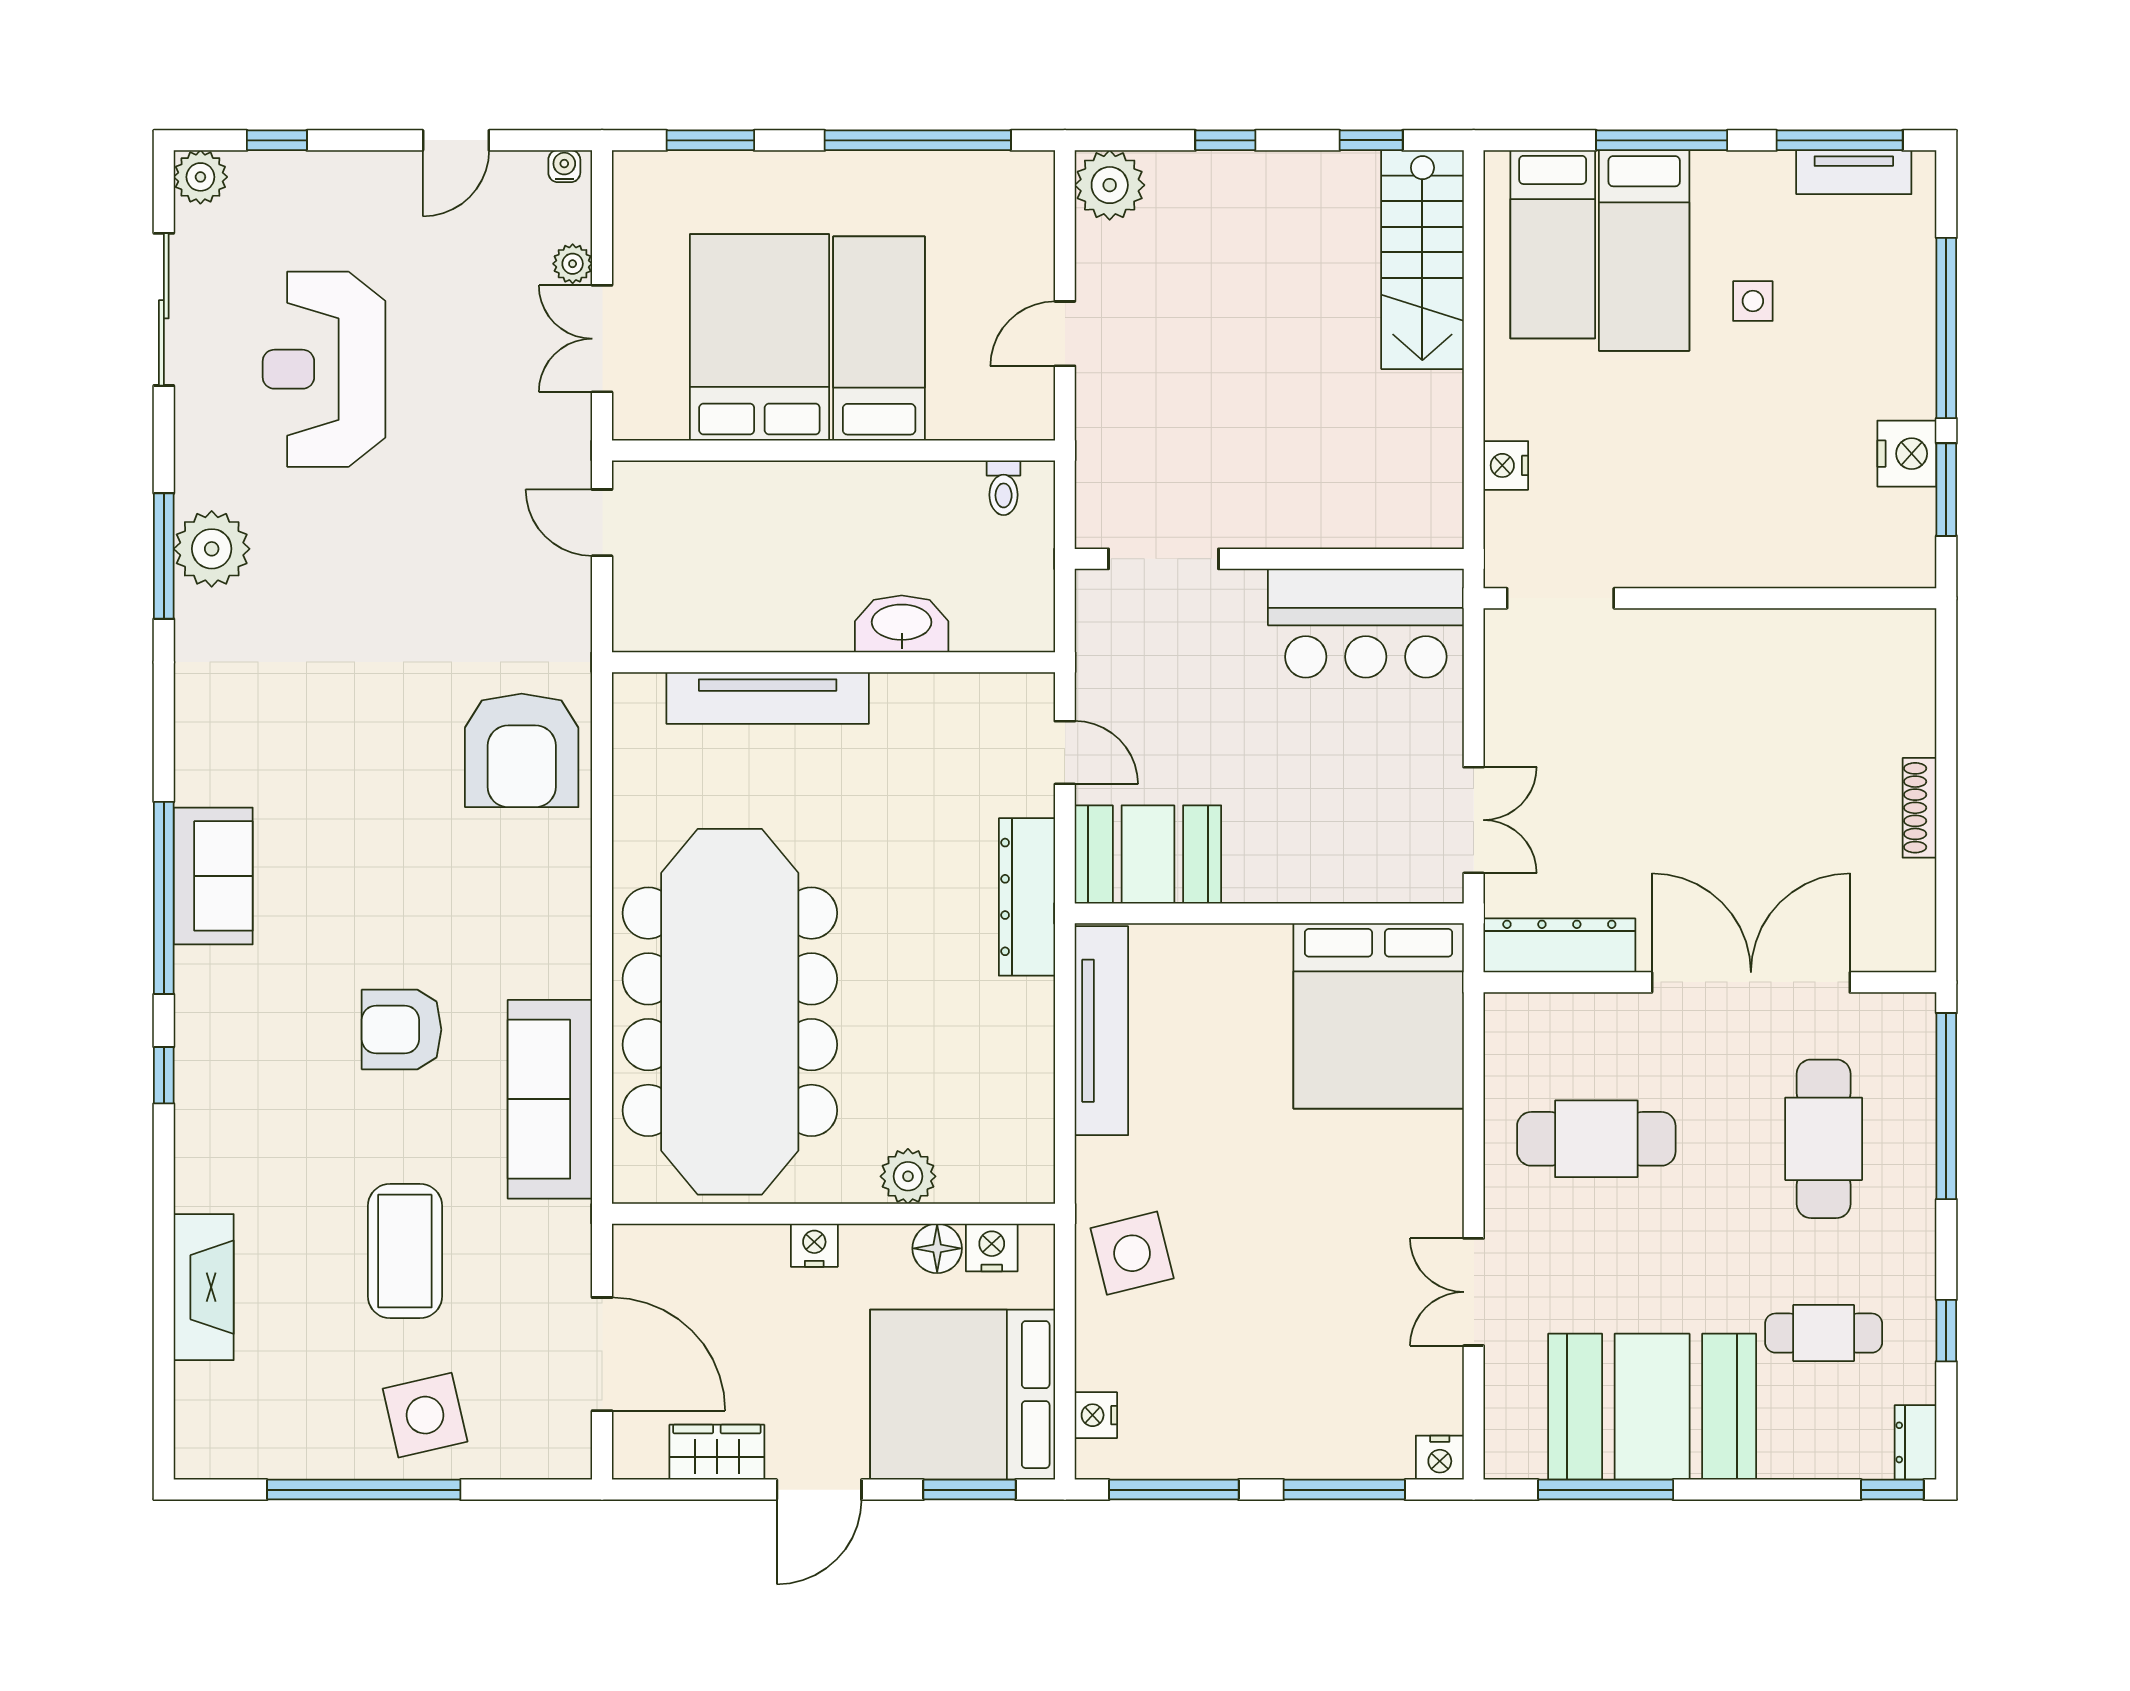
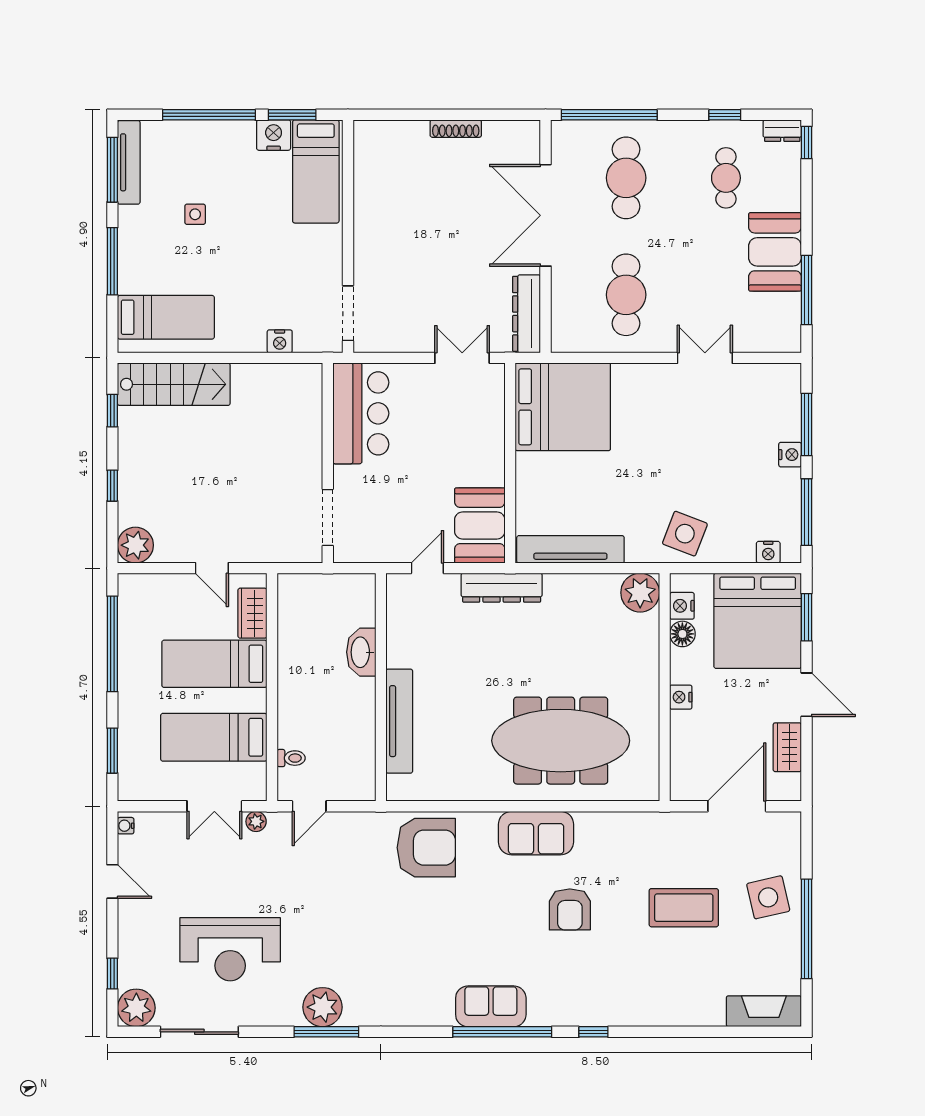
tv unit: (1854, 172) -> (129, 162), width x1.41
plant: (200, 177) -> (136, 1008), width x1.36, depth x1.36
bed: (1644, 250) -> (316, 171), moved, turned 90
plant: (573, 264) -> (256, 821), moved
bed: (759, 337) -> (214, 737), width x0.67
wardrobe: (977, 413) -> (252, 613), added
toilet: (1004, 488) -> (291, 758), moved
meeting table: (730, 1012) -> (561, 741), width x0.73, depth x0.79
sofa: (550, 1099) -> (536, 833), moved, width x0.73
cafe table: (1824, 1139) -> (626, 178), turned 90
plant: (908, 1176) -> (640, 593), moved, width x1.36, depth x1.36
side table: (1132, 1253) -> (685, 534), turned 35
fireplace: (204, 1287) -> (764, 1011), moved
double door: (1474, 1292) -> (705, 358), swing flipped
booth: (1652, 1407) -> (775, 252), width x0.73, depth x0.70
nightstand: (1440, 1458) -> (790, 455), moved

